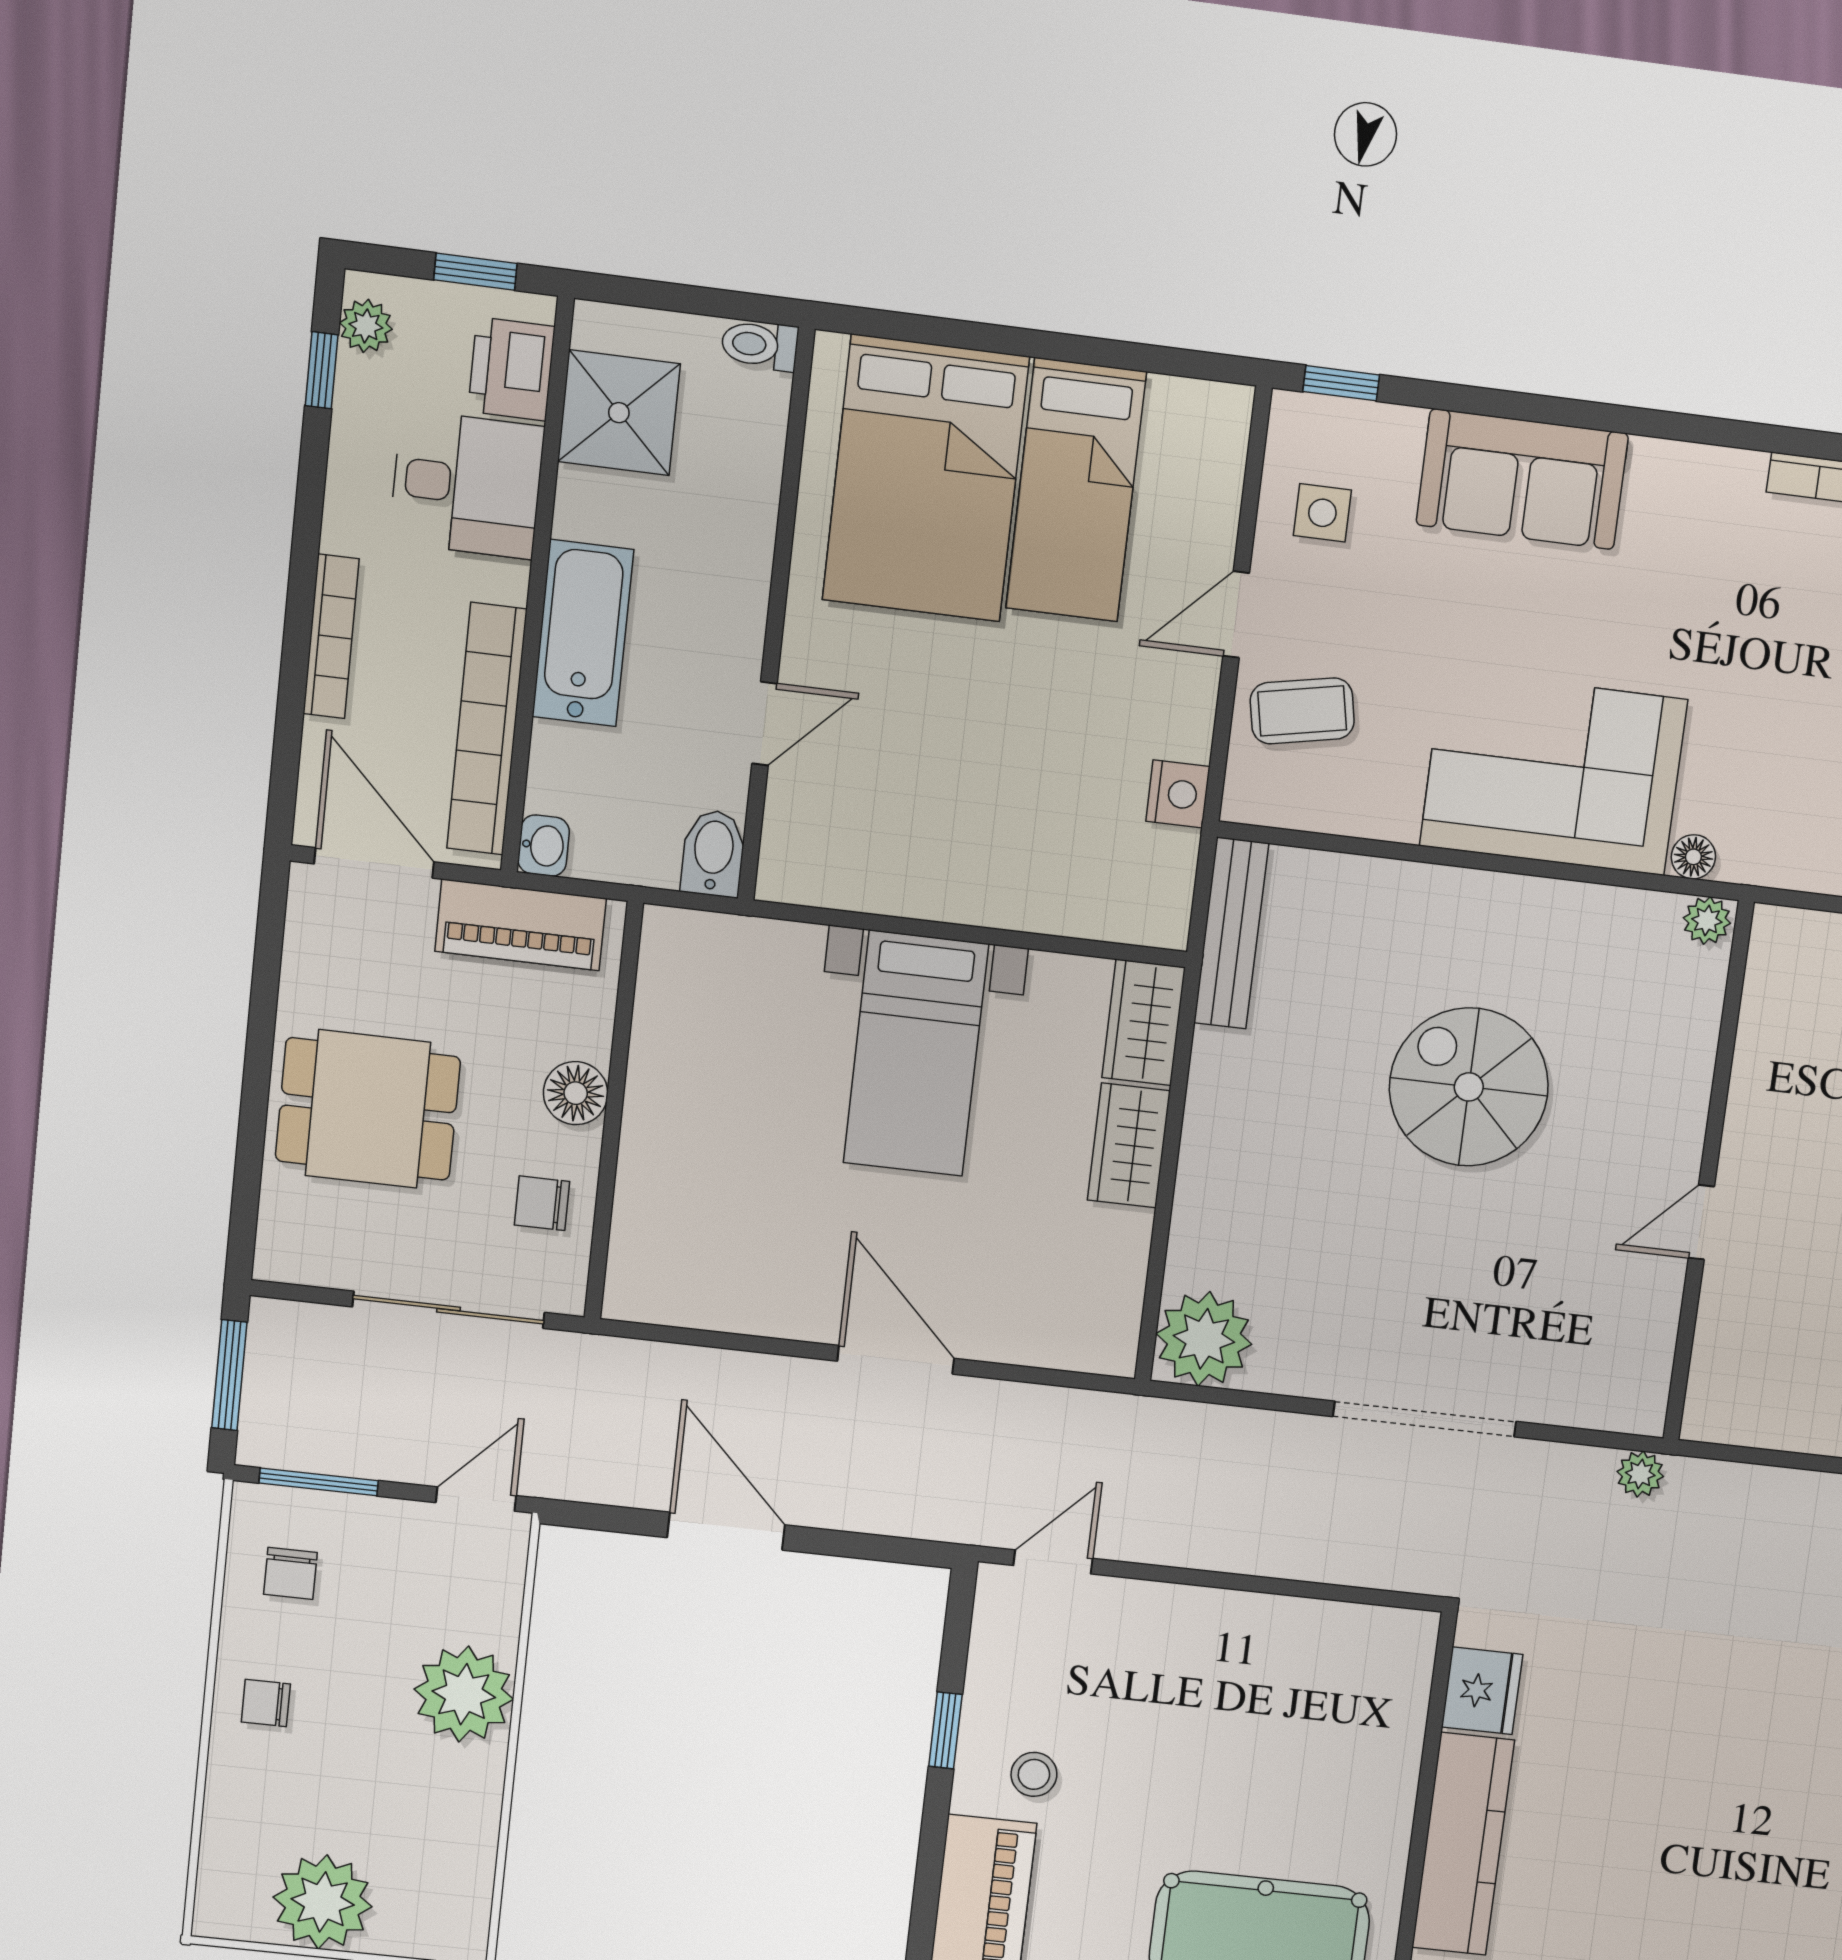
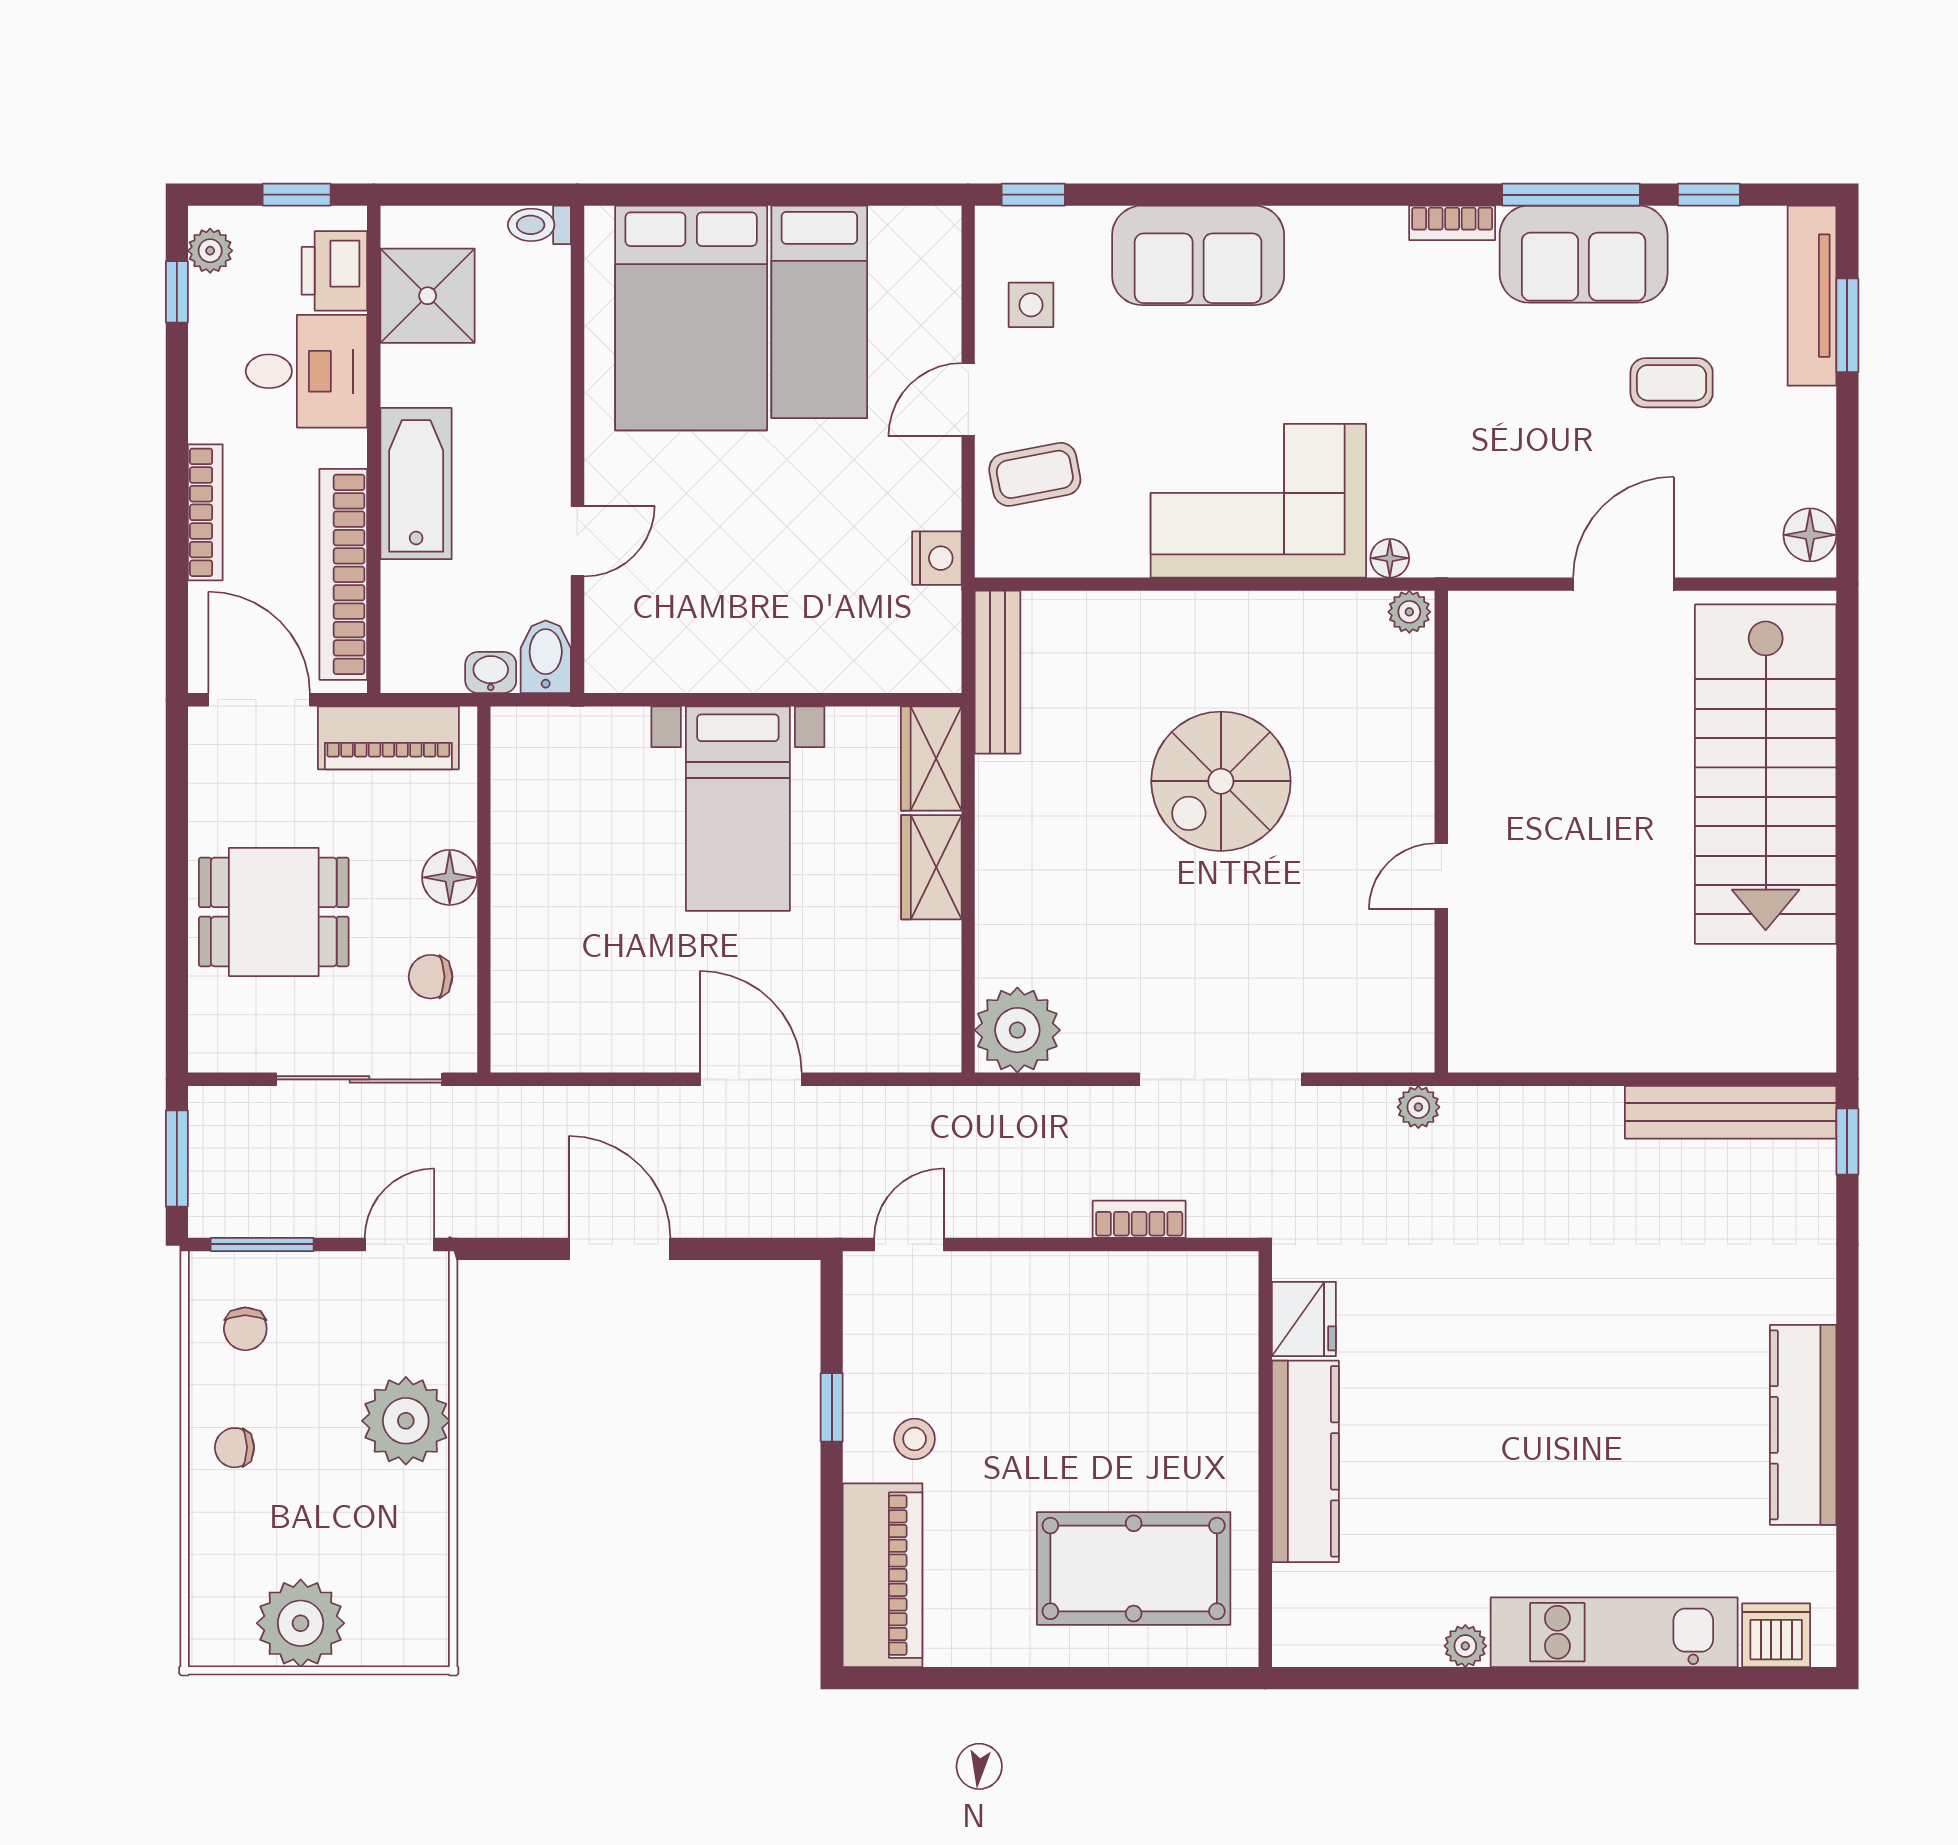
washbasin: (544, 846) -> (491, 672), moved, turned -90
spiral stairs: (1469, 1087) -> (1221, 781), turned -90
bookcase: (1314, 1562) -> (1139, 1219), added

